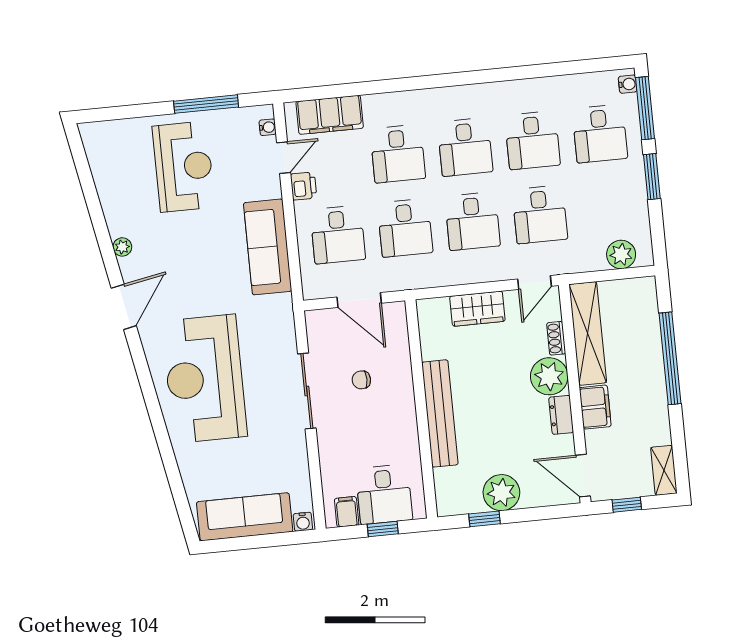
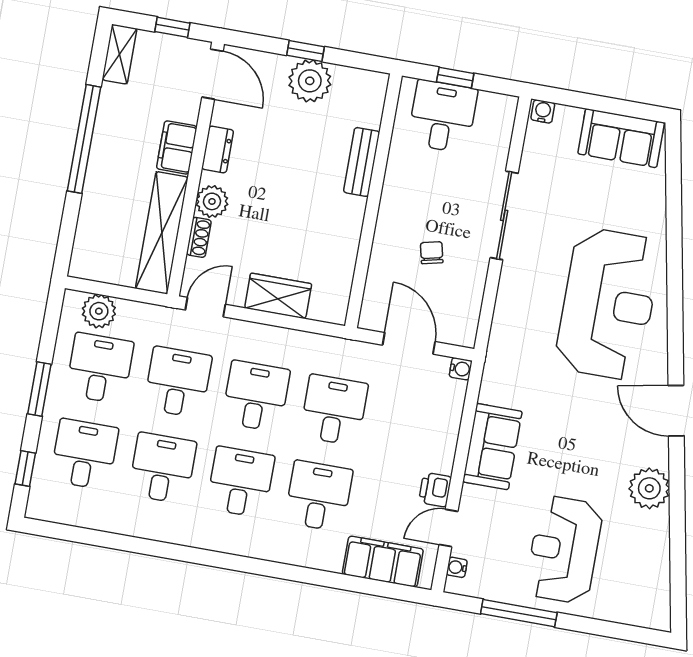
water cooler: (628, 84) -> (461, 369), moved, turned 180
window: (645, 108) -> (25, 469), width x0.46
desk: (338, 235) -> (100, 368), moved
plant: (122, 247) -> (649, 488), width x1.88, depth x1.88
sofa: (268, 247) -> (492, 447), width x0.73
door: (124, 307) -> (676, 411), hinge flipped
window: (670, 358) -> (84, 139), moved
plant: (549, 376) -> (212, 201), width x0.73, depth x0.73
chair: (361, 380) -> (432, 253), turned -103
sliding door: (307, 391) -> (504, 215), moved
bench: (440, 413) -> (362, 162), width x0.54, depth x0.82
filing cabinet: (347, 512) -> (490, 109), removed
sofa: (245, 517) -> (621, 138), width x0.73
window: (485, 519) -> (306, 51), moved

